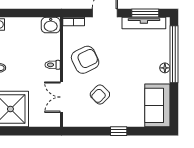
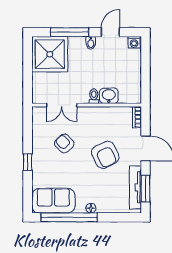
washbasin: (51, 25) -> (109, 96), moved, turned 90
window: (174, 54) -> (69, 217), moved
armchair: (85, 60) -> (105, 155), moved
double door: (61, 97) -> (62, 105), swing flipped

